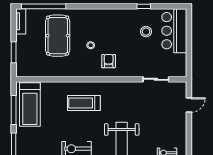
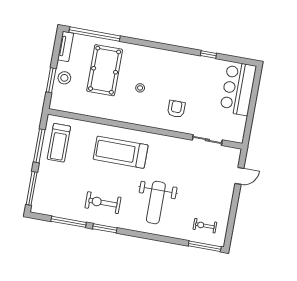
stool: (146, 32) -> (64, 78), moved
armchair: (109, 61) -> (176, 109), moved
treadmill: (84, 103) -> (121, 152), width x1.37, depth x1.38
treadmill: (30, 104) -> (59, 143), width x0.73, depth x0.73

